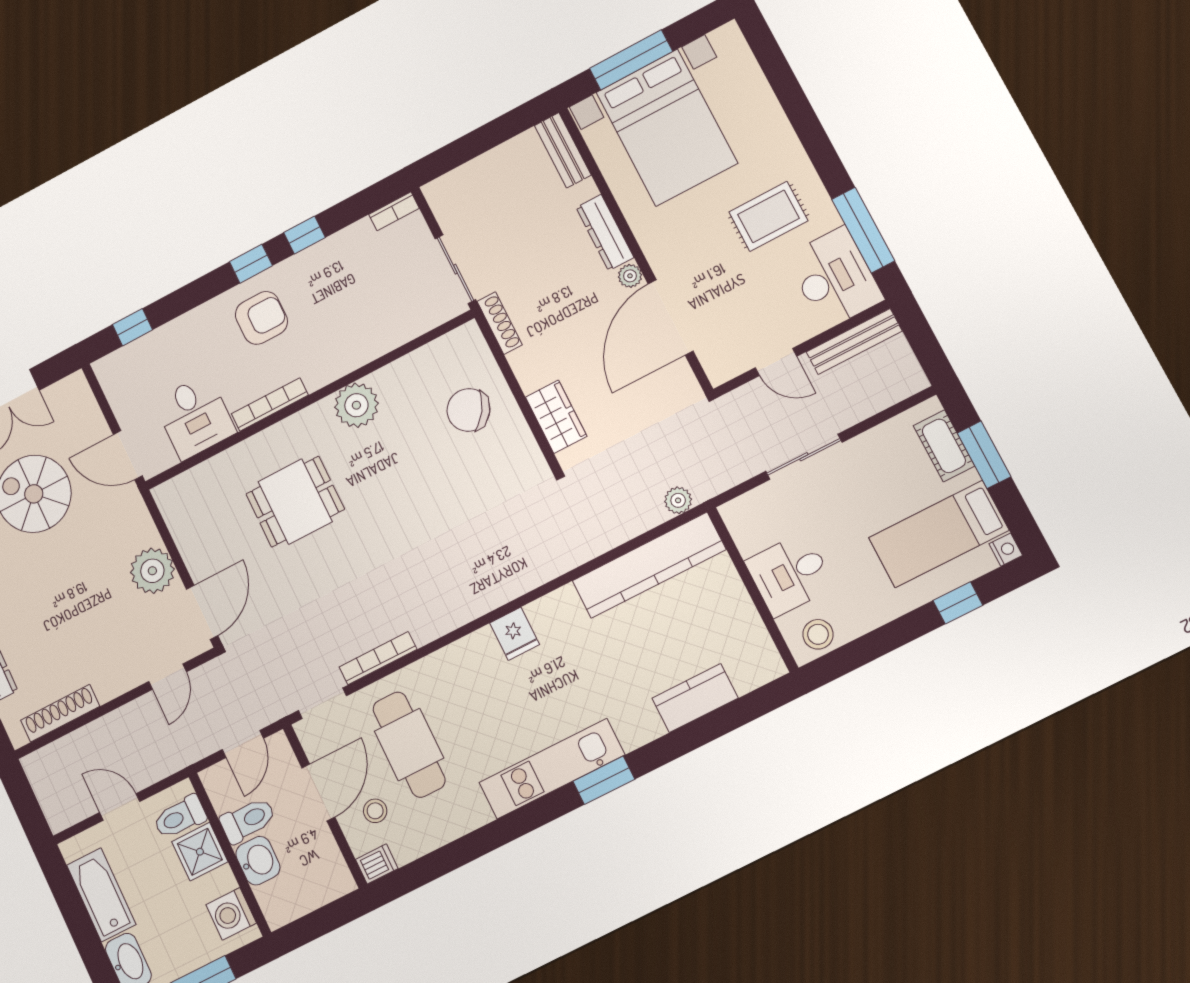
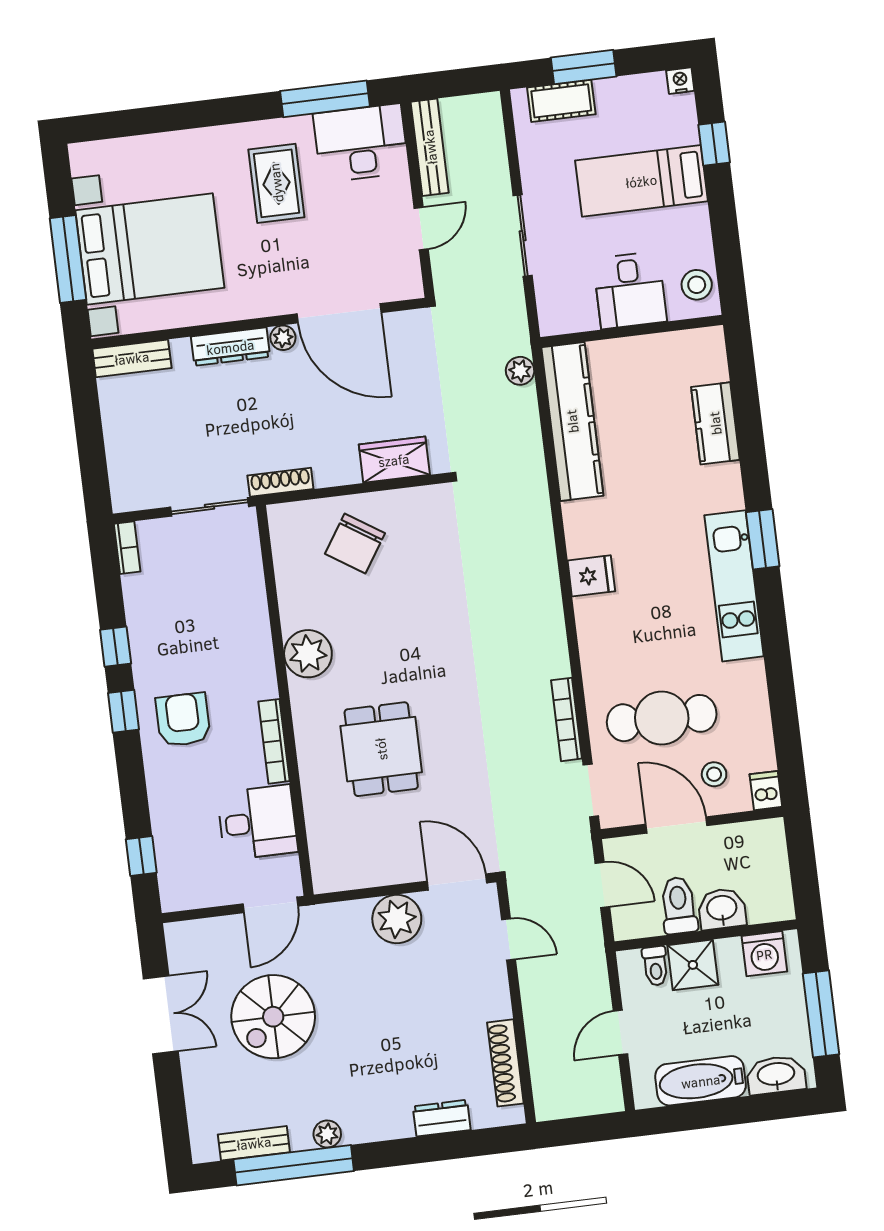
bed: (939, 534) -> (641, 181), moved, turned 90
toilet: (180, 817) -> (655, 966), width x0.73, depth x0.72

